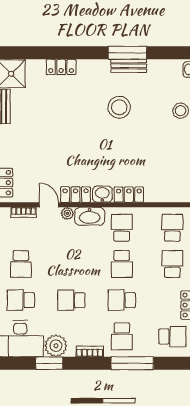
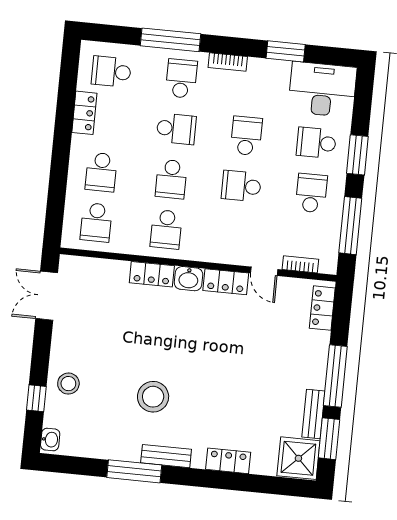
bench: (129, 66) -> (166, 456), moved
plant: (67, 213) -> (240, 257), removed
washbasin: (90, 216) -> (209, 250), removed
school desk: (71, 264) -> (241, 186), added
school desk: (122, 264) -> (171, 179), turned 180
school desk: (21, 300) -> (316, 143), turned 180
school desk: (71, 300) -> (246, 136), turned -90
plant: (56, 346) -> (274, 75), removed

